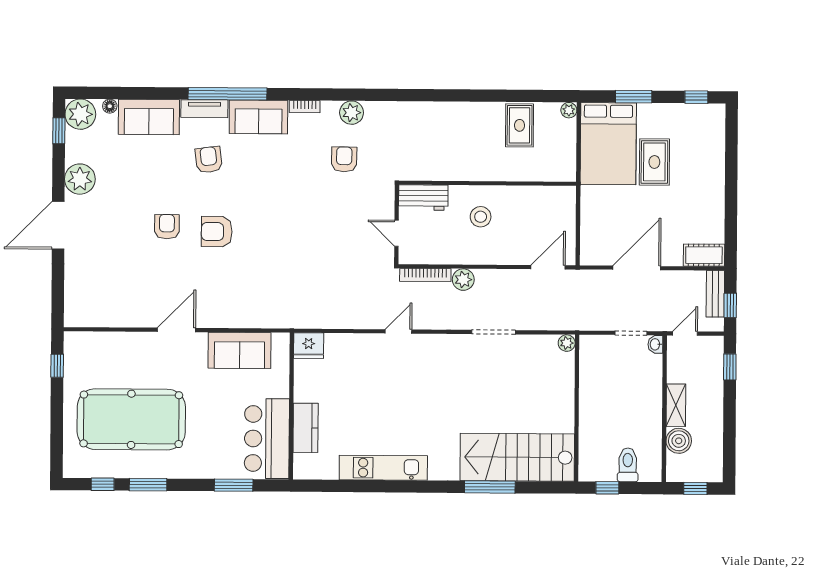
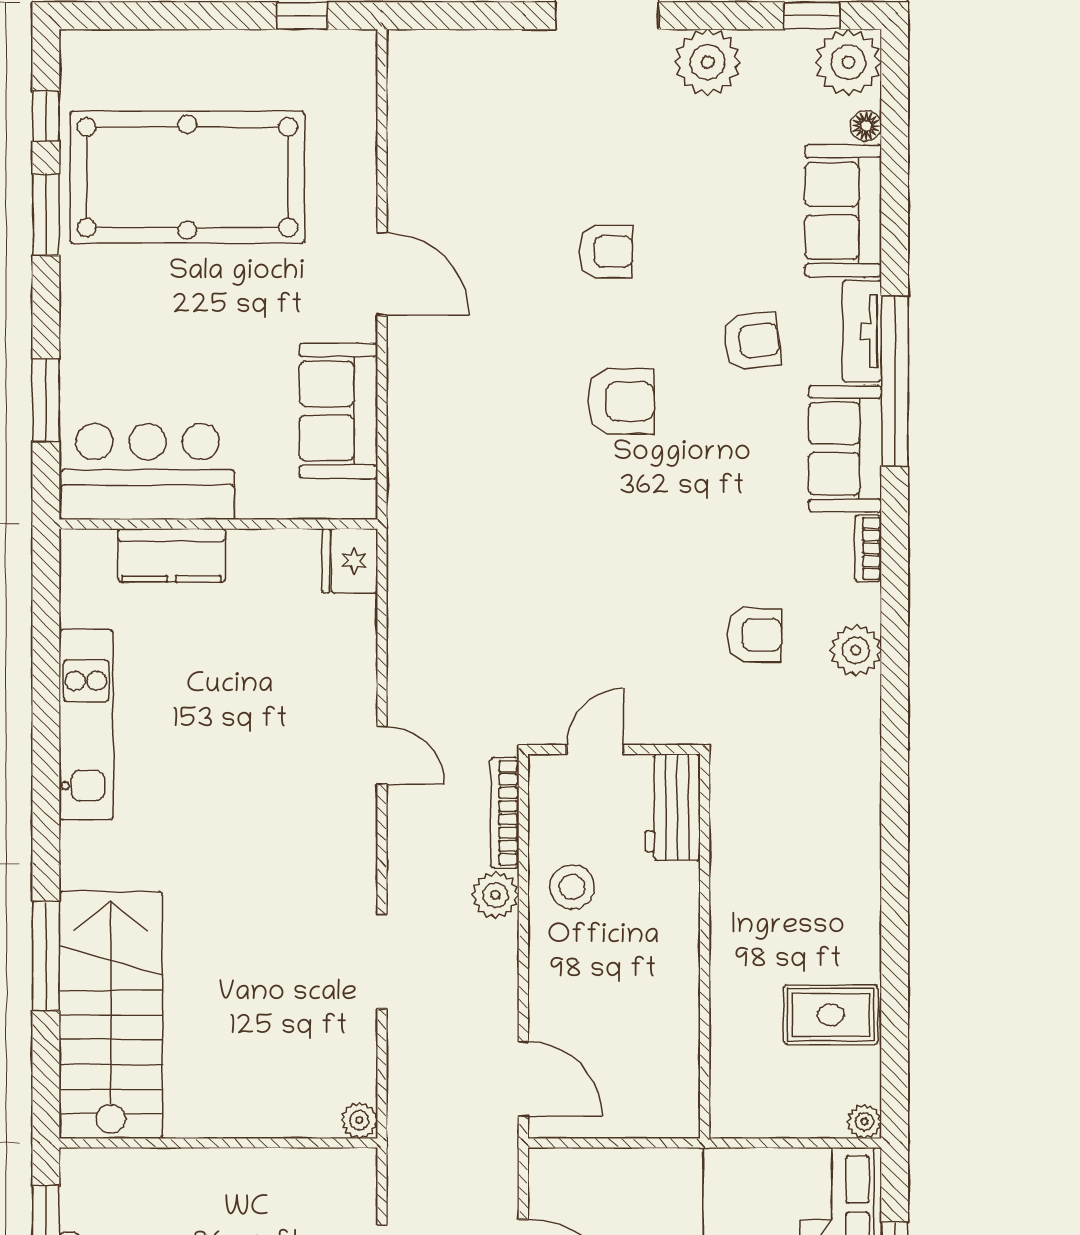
stool: (481, 217) -> (572, 887), moved
armchair: (217, 232) -> (621, 401), moved, turned 90
pool table: (131, 419) -> (187, 177), turned 90

